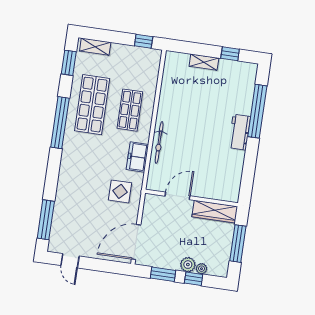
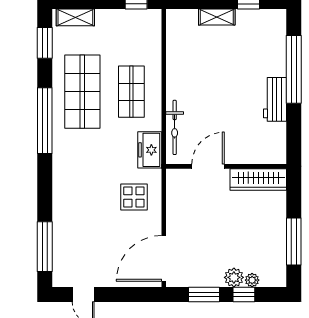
door: (178, 196) -> (208, 166), moved
wall: (192, 198) -> (226, 166), moved
wardrobe: (215, 212) -> (258, 179), moved

